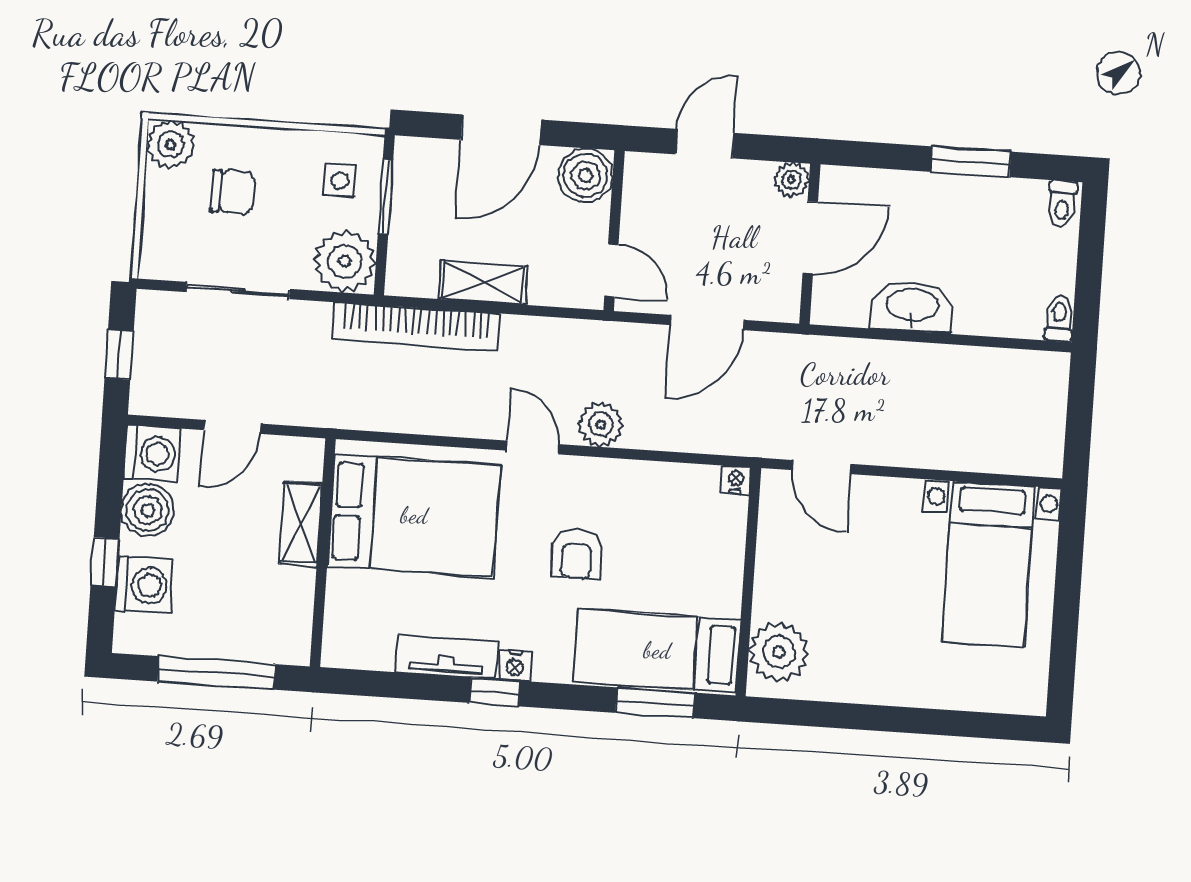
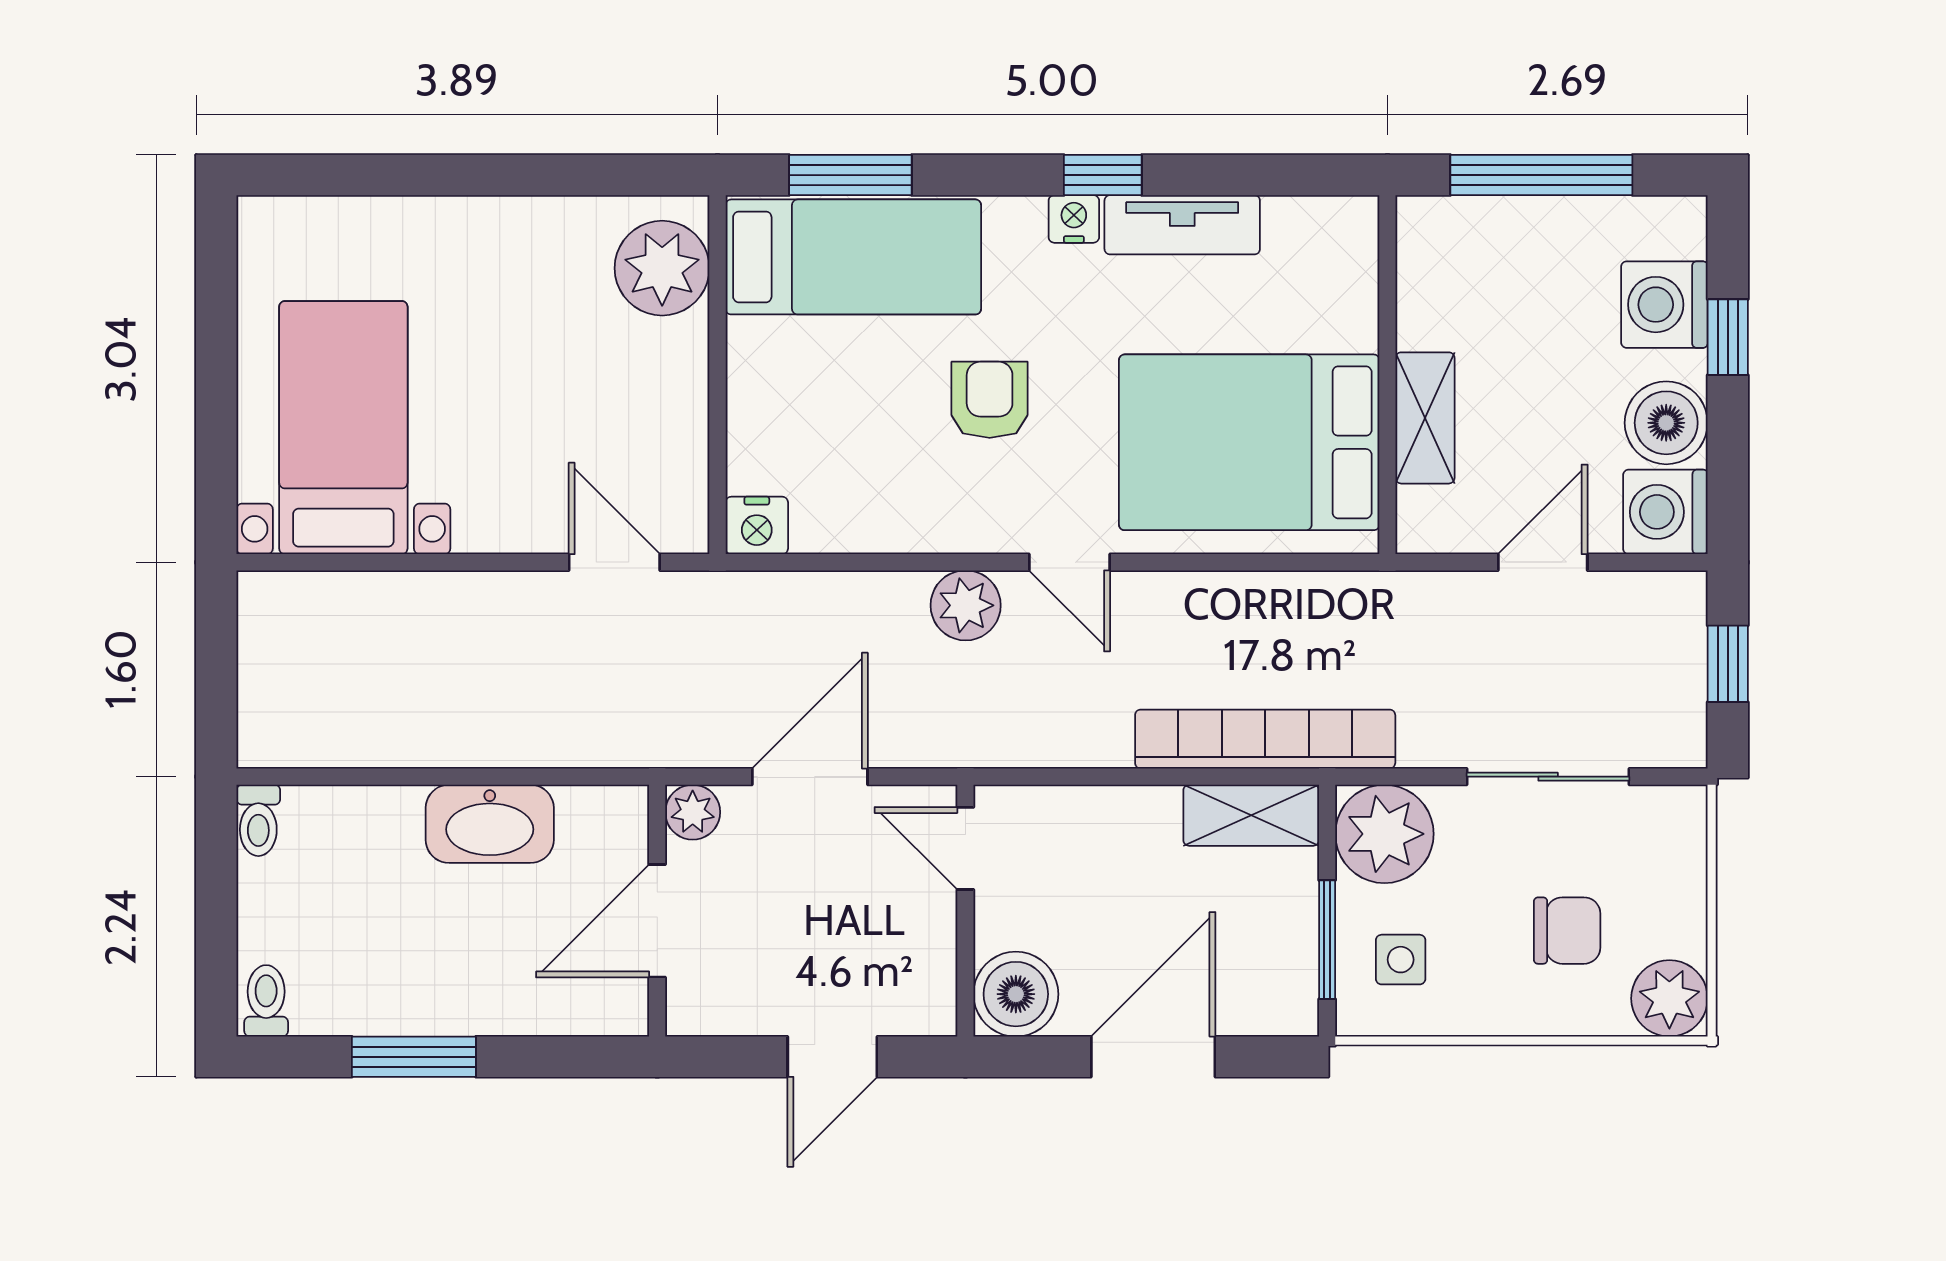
plant: (792, 180) -> (693, 812), moved
chair: (233, 192) -> (1567, 931), turned 180
shelving: (483, 283) -> (1251, 815), moved
nightstand: (736, 480) -> (757, 525), width x1.39, depth x1.35

